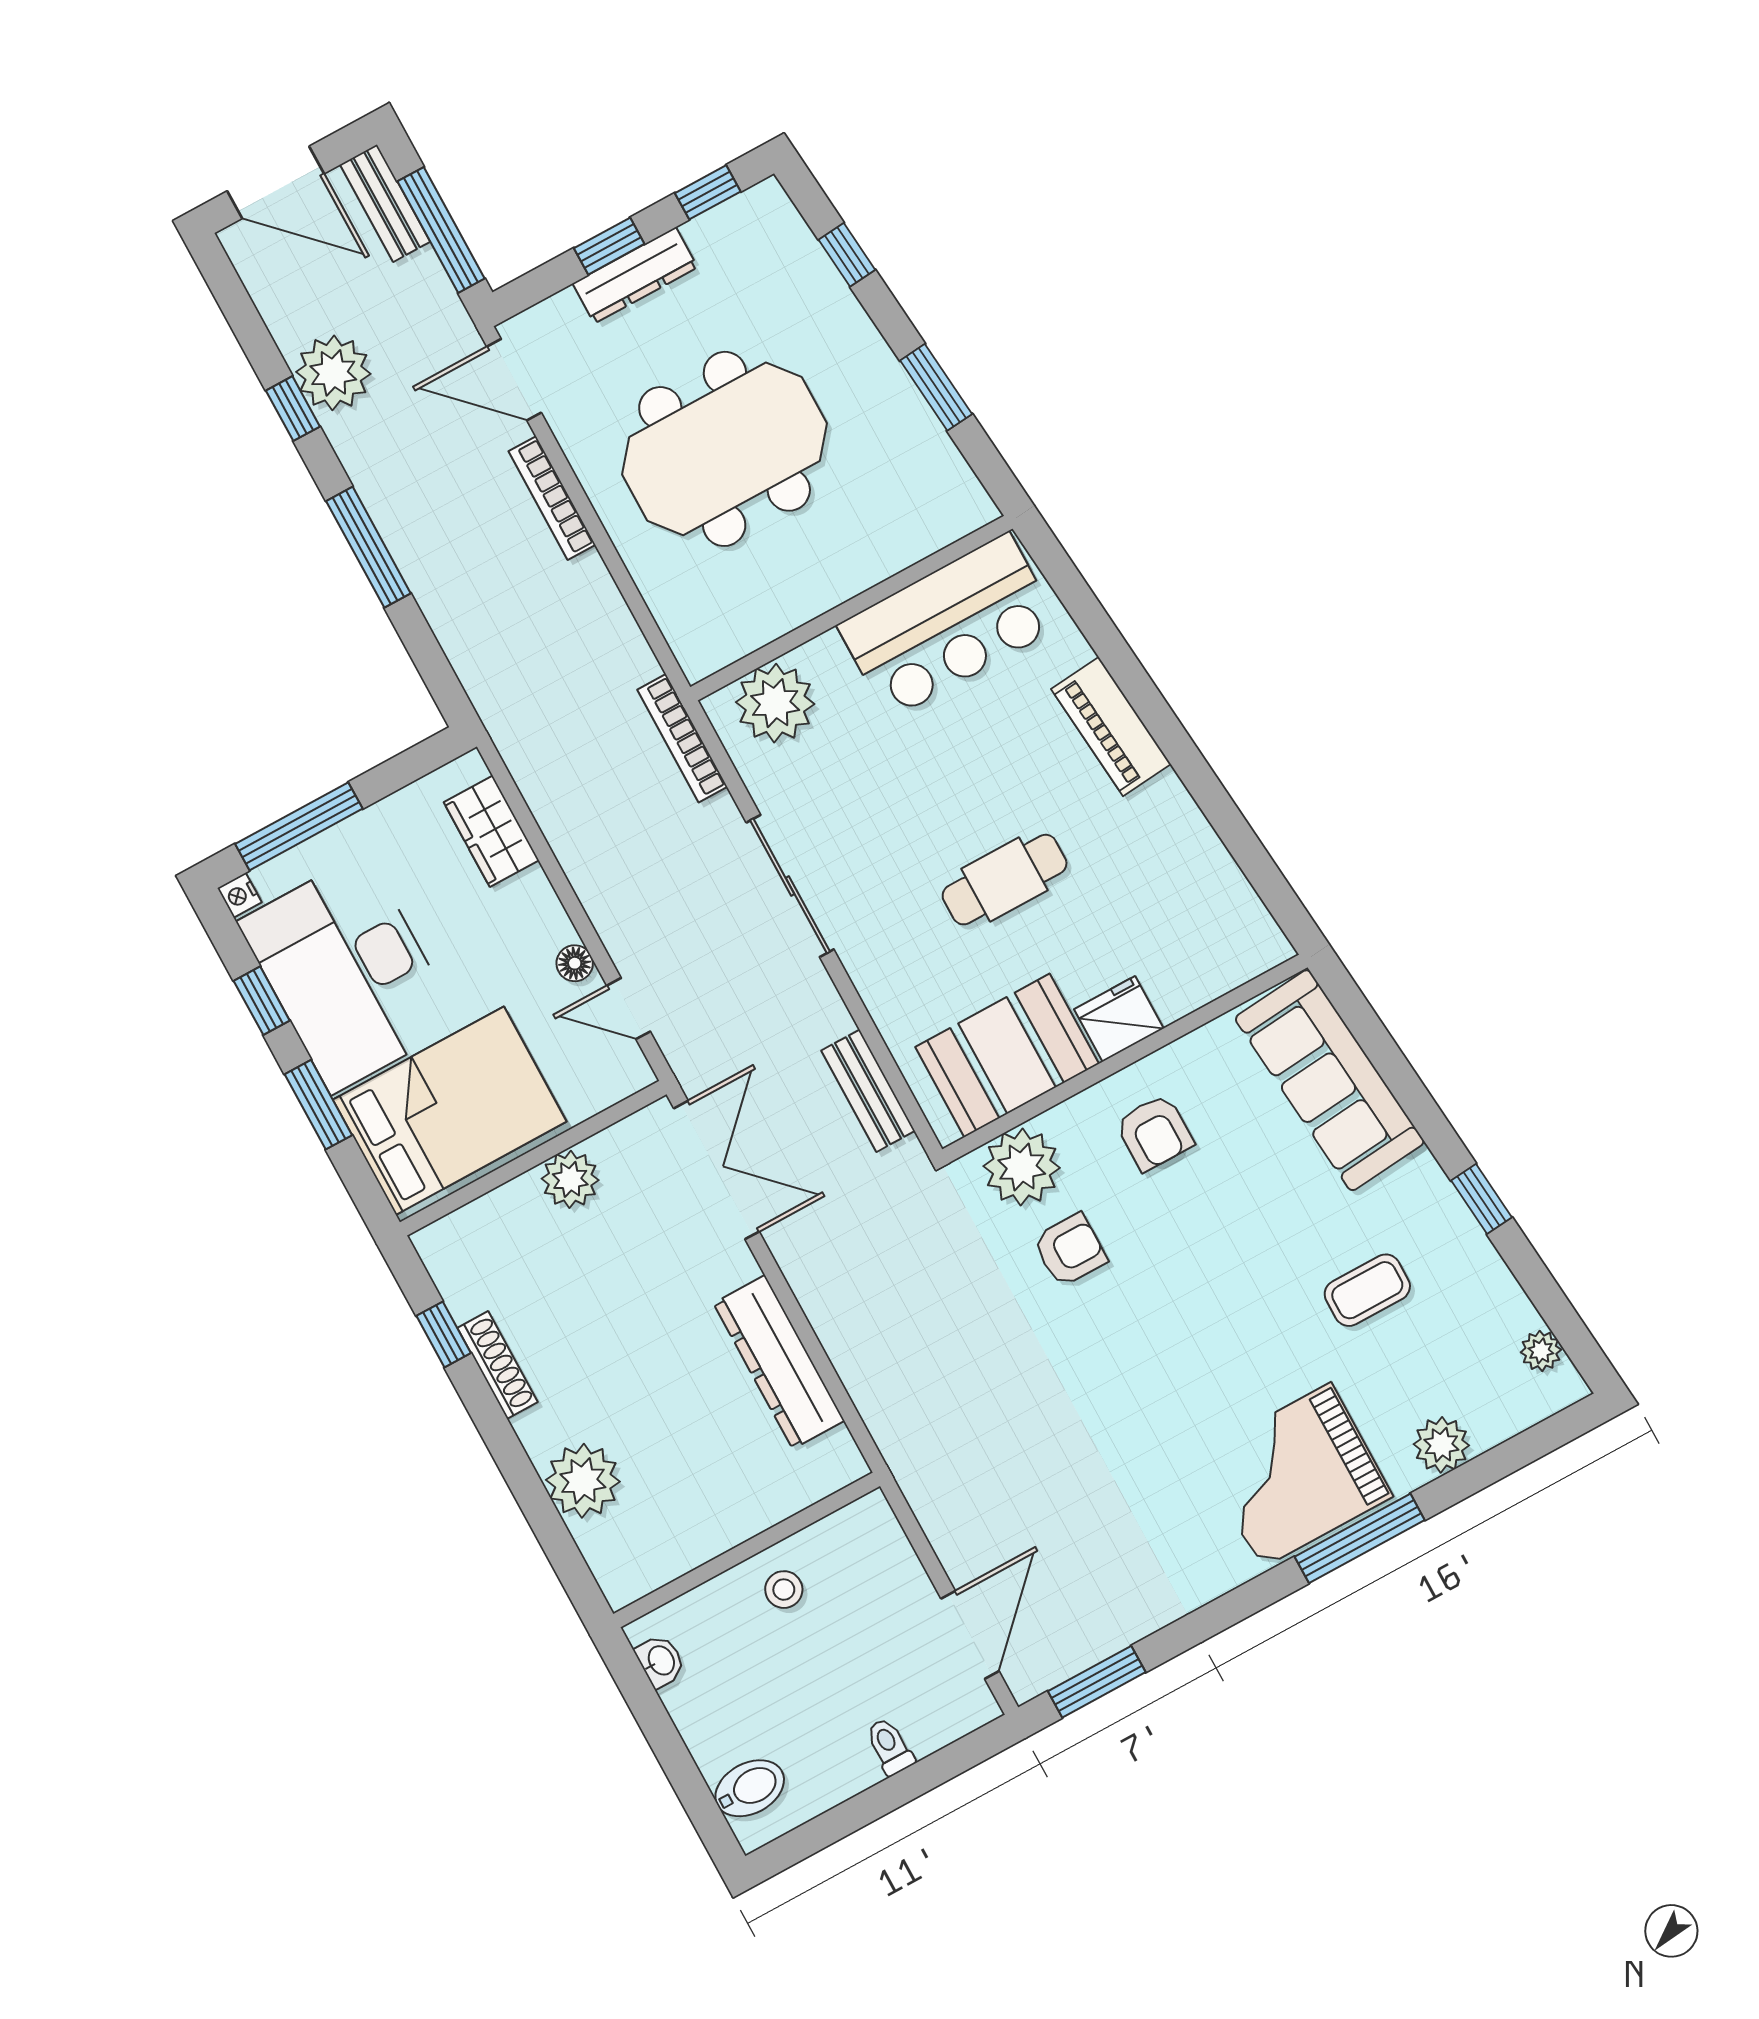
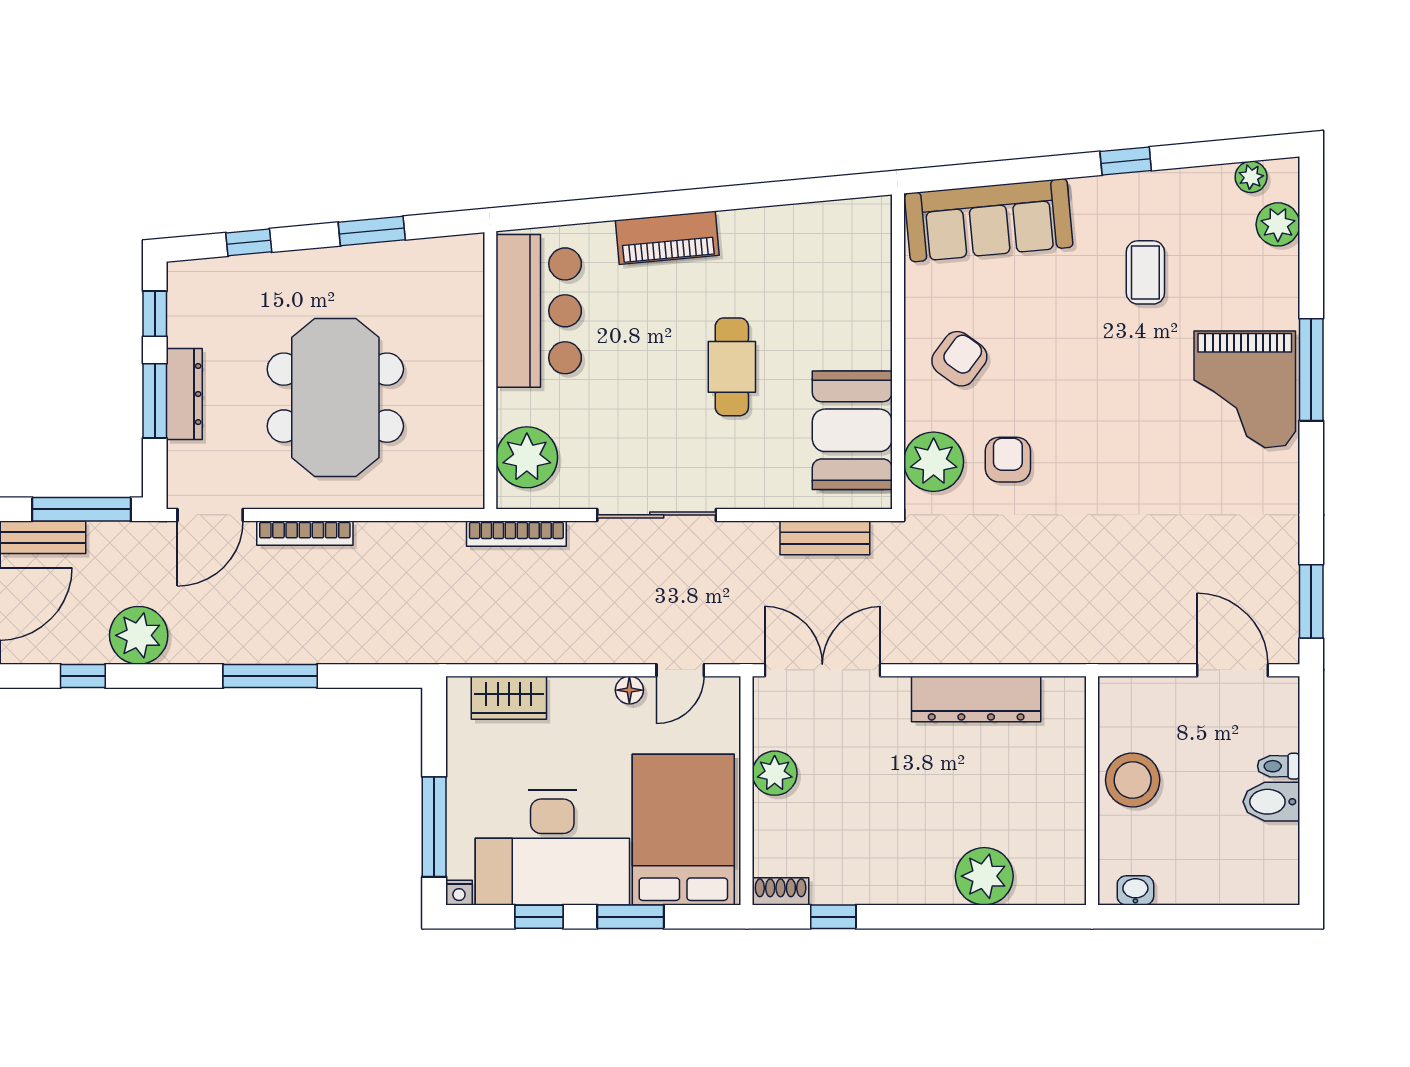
window: (609, 246) -> (155, 401), width x1.50
window: (293, 409) -> (83, 676), moved
fridge: (1119, 1019) -> (869, 341), removed
armchair: (1154, 1133) -> (959, 359), turned -54
shoe rack: (498, 1365) -> (781, 891), moved, width x0.70
plant: (1441, 1445) -> (1278, 224), moved
stool: (784, 1590) -> (1133, 780), width x1.89, depth x1.89
bidet: (750, 1788) -> (1271, 802), moved, turned -90

